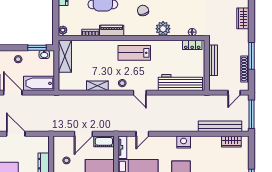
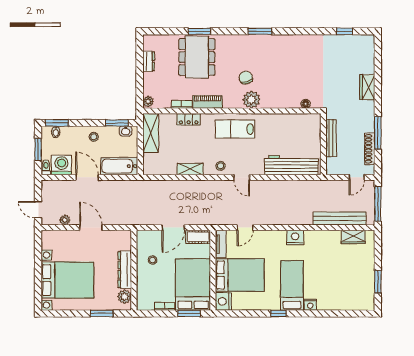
plant: (163, 29) -> (252, 100), moved
locker: (192, 45) -> (189, 119), moved

